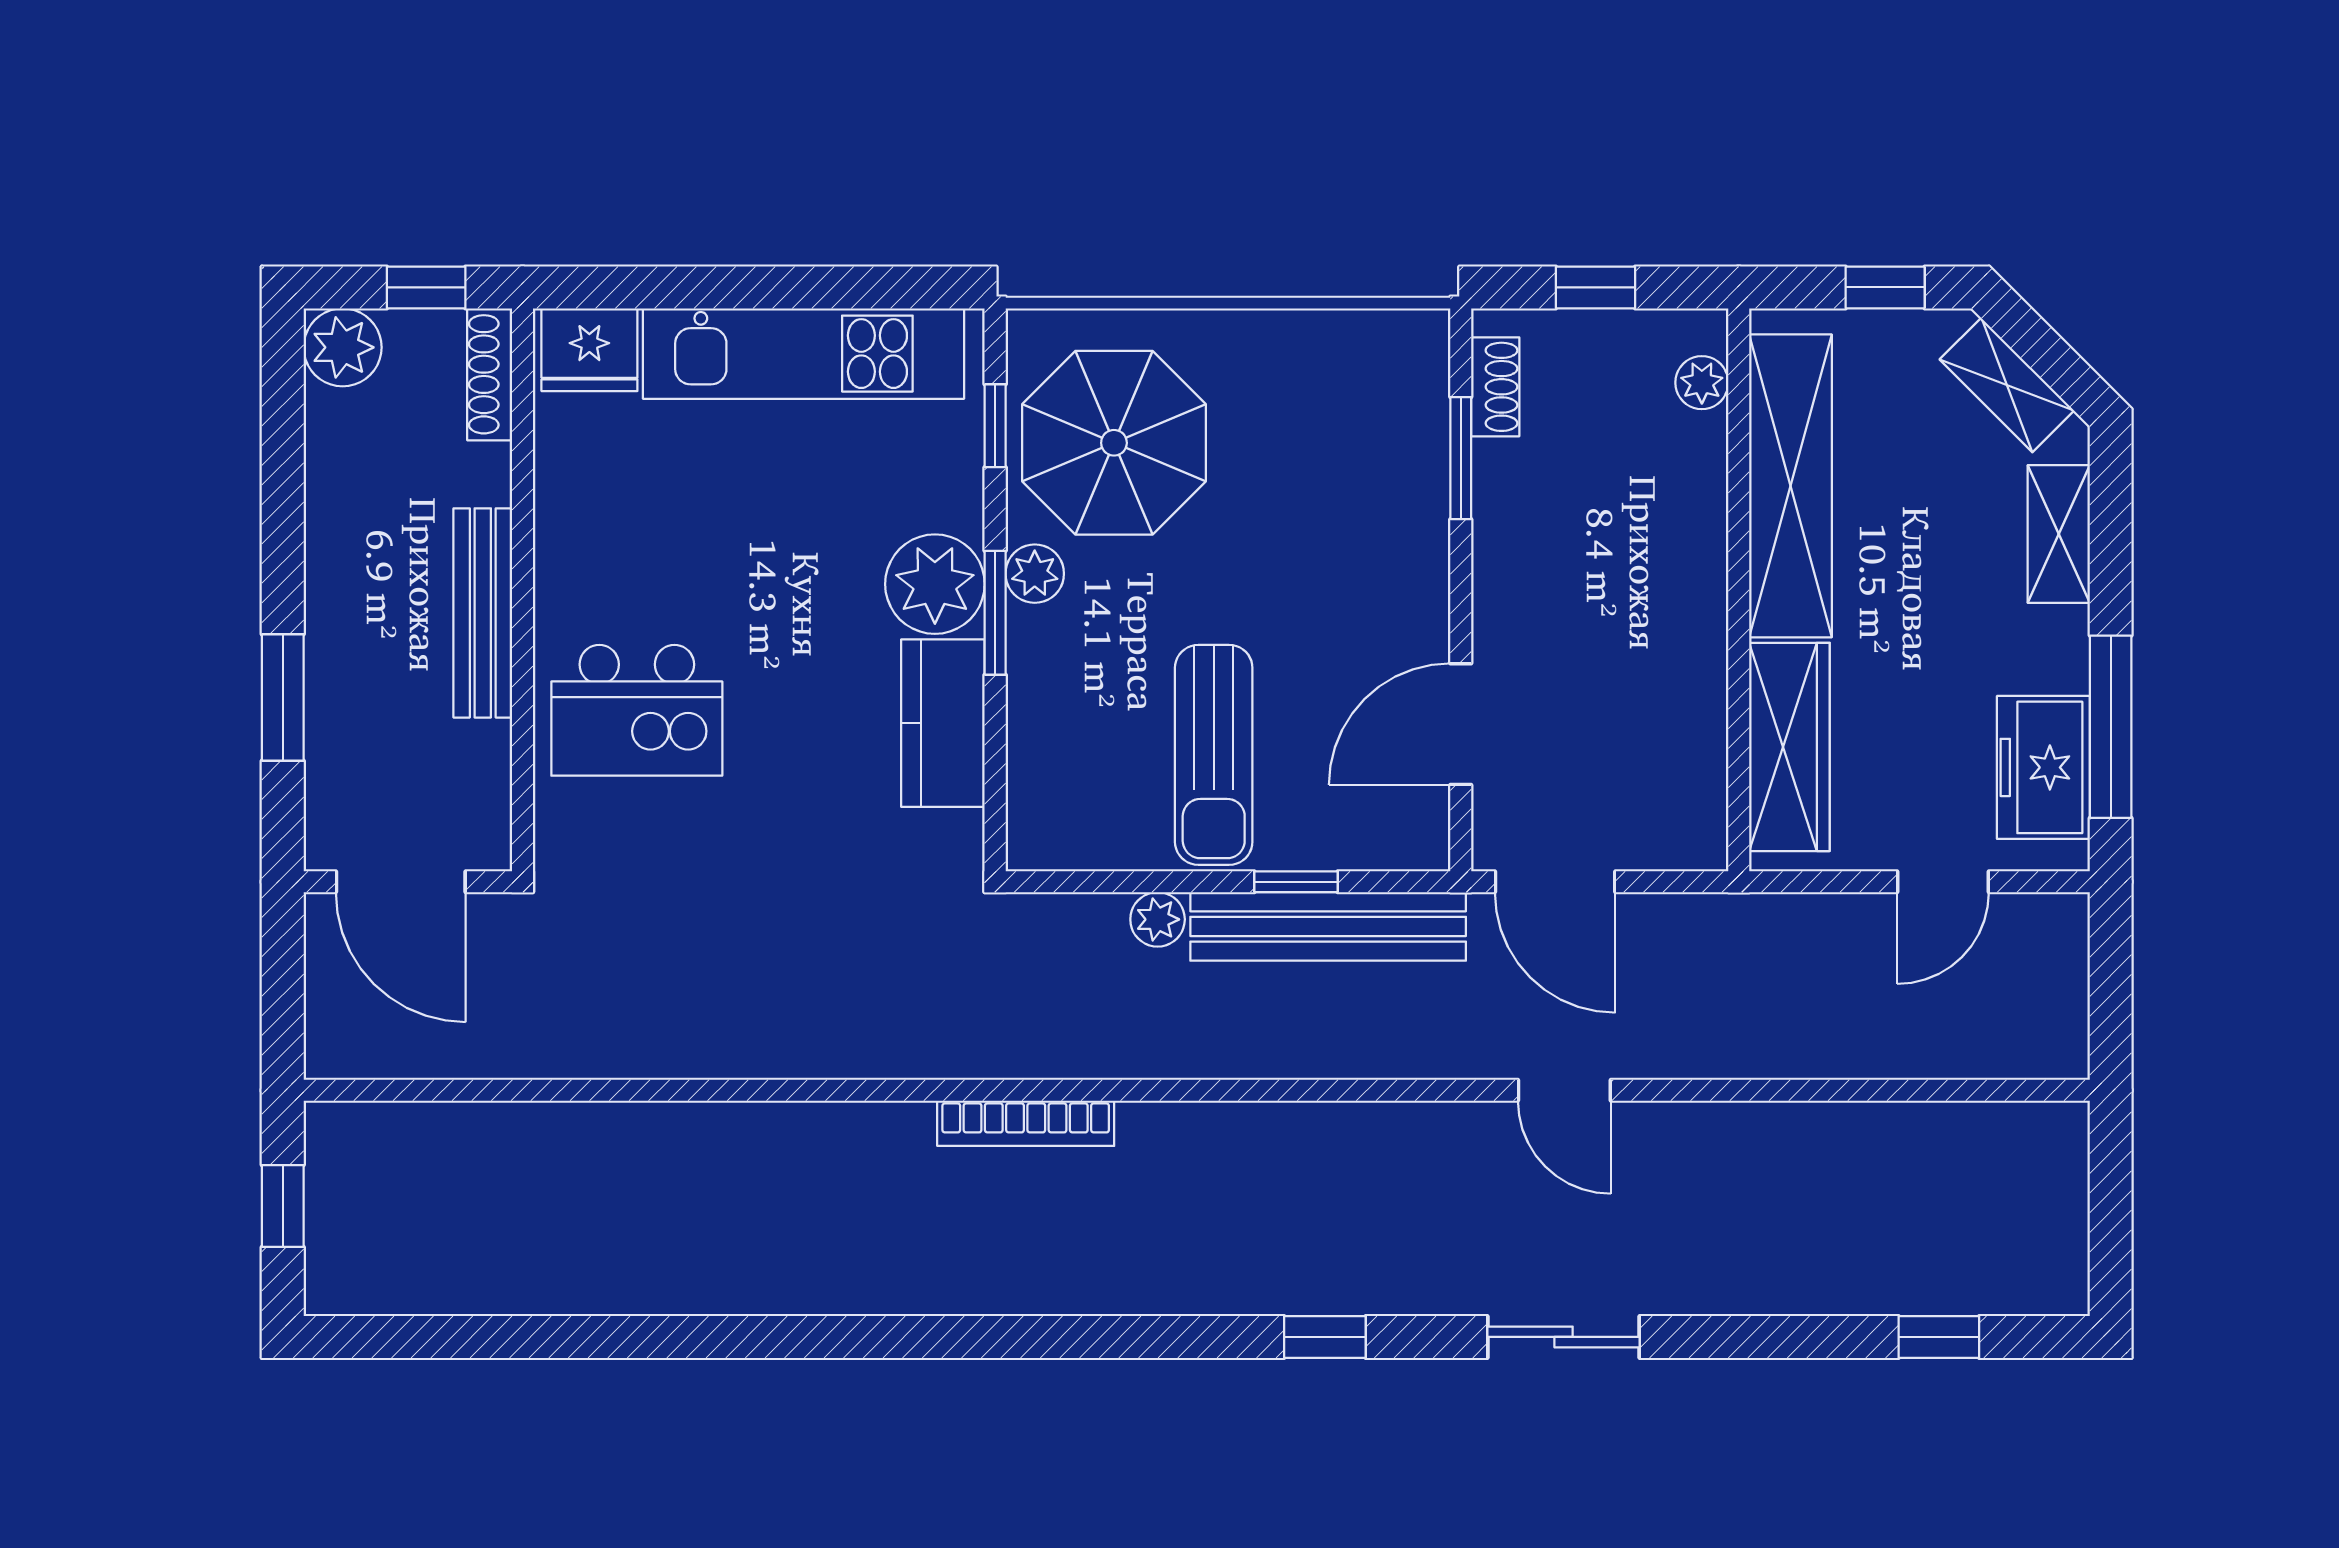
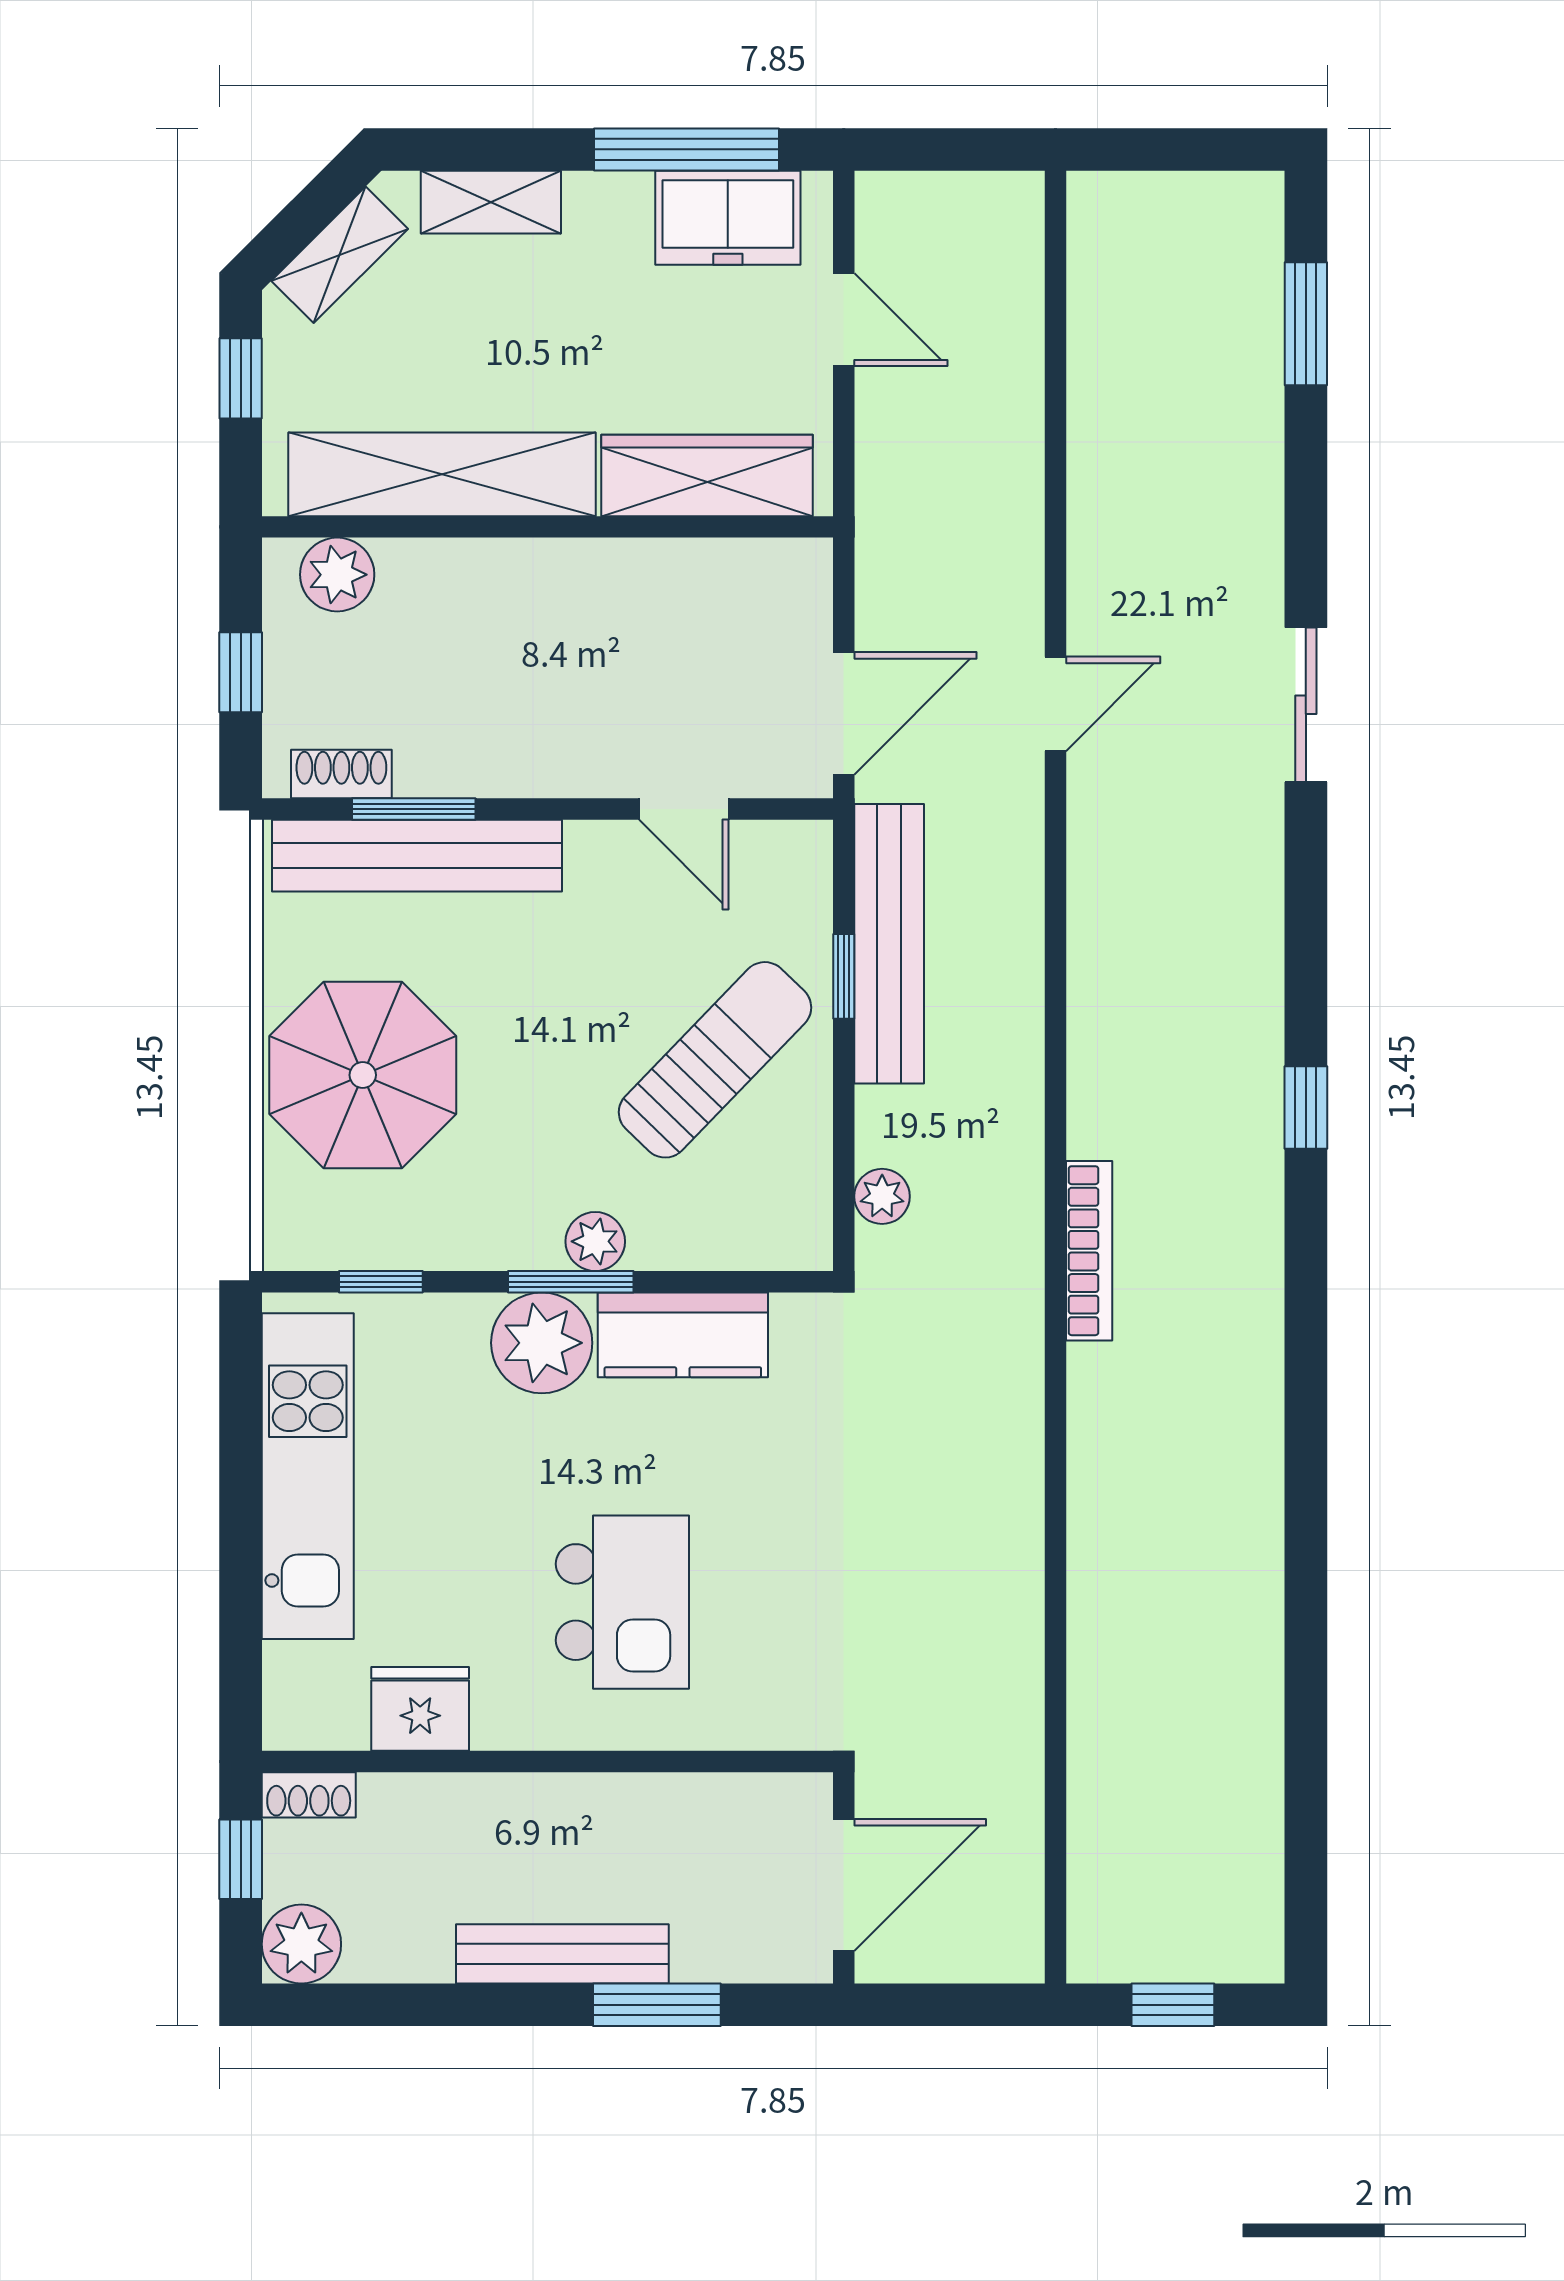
fridge: (589, 350) -> (420, 1709), moved, turned -90
shoe rack: (490, 374) -> (309, 1795), width x0.70
plant: (1702, 383) -> (337, 575), width x1.38, depth x1.38
parasol: (1114, 443) -> (363, 1075), moved
bench: (1415, 461) -> (417, 856), added
plant: (1035, 574) -> (595, 1241), moved
bench: (483, 613) -> (562, 1954), moved
kitchen island: (637, 710) -> (622, 1602), moved
door: (1461, 724) -> (684, 809), width x0.73
sun lounger: (1214, 755) -> (715, 1060), turned -46
plant: (1158, 919) -> (882, 1196), moved
window: (1325, 1337) -> (1306, 1107), moved
window: (1939, 1337) -> (1306, 324), width x1.50

